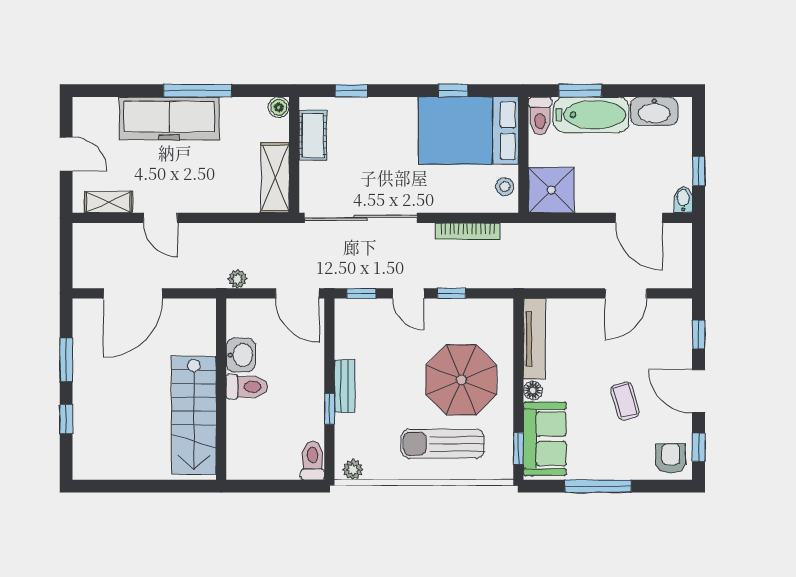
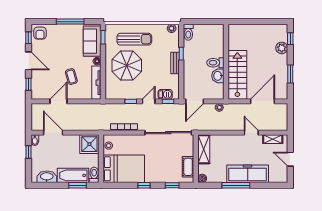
window: (453, 91) -> (144, 185), moved
door: (297, 293) -> (195, 101), swing flipped
door: (408, 293) -> (149, 101), hinge flipped
barbecue: (368, 311) -> (165, 94), added
coffee table: (625, 401) -> (71, 77), moved
stairs: (194, 415) -> (237, 75), moved
window: (66, 419) -> (290, 39), moved
plant: (87, 422) -> (282, 48), added

